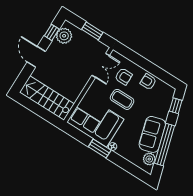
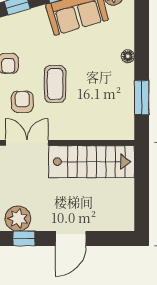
stairs: (47, 98) -> (92, 162), moved, turned -90
corner sofa: (95, 121) -> (107, 102), removed
window: (100, 148) -> (142, 98), moved

